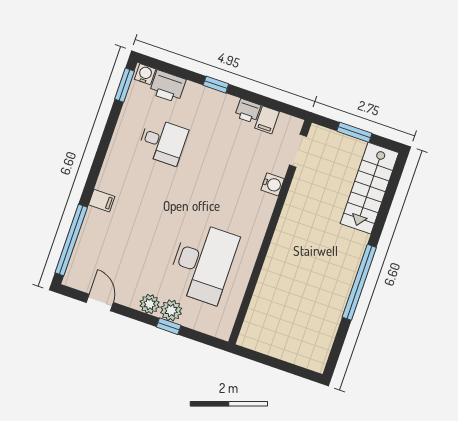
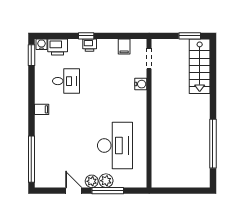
printer: (248, 111) -> (90, 45), moved
window: (354, 132) -> (190, 36), moved
filing cabinet: (102, 201) -> (42, 109), moved
window: (359, 282) -> (213, 144), moved
door: (100, 303) -> (74, 191), moved
window: (169, 326) -> (108, 191), width x2.17

